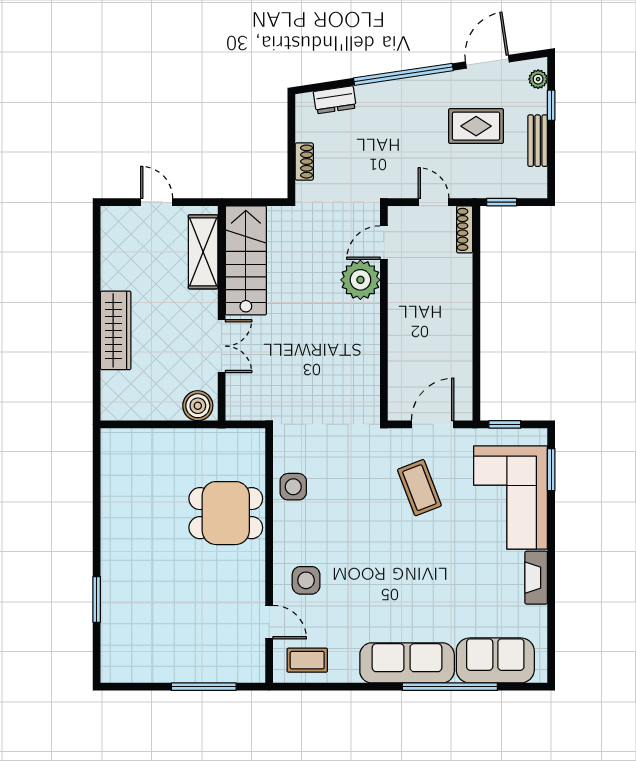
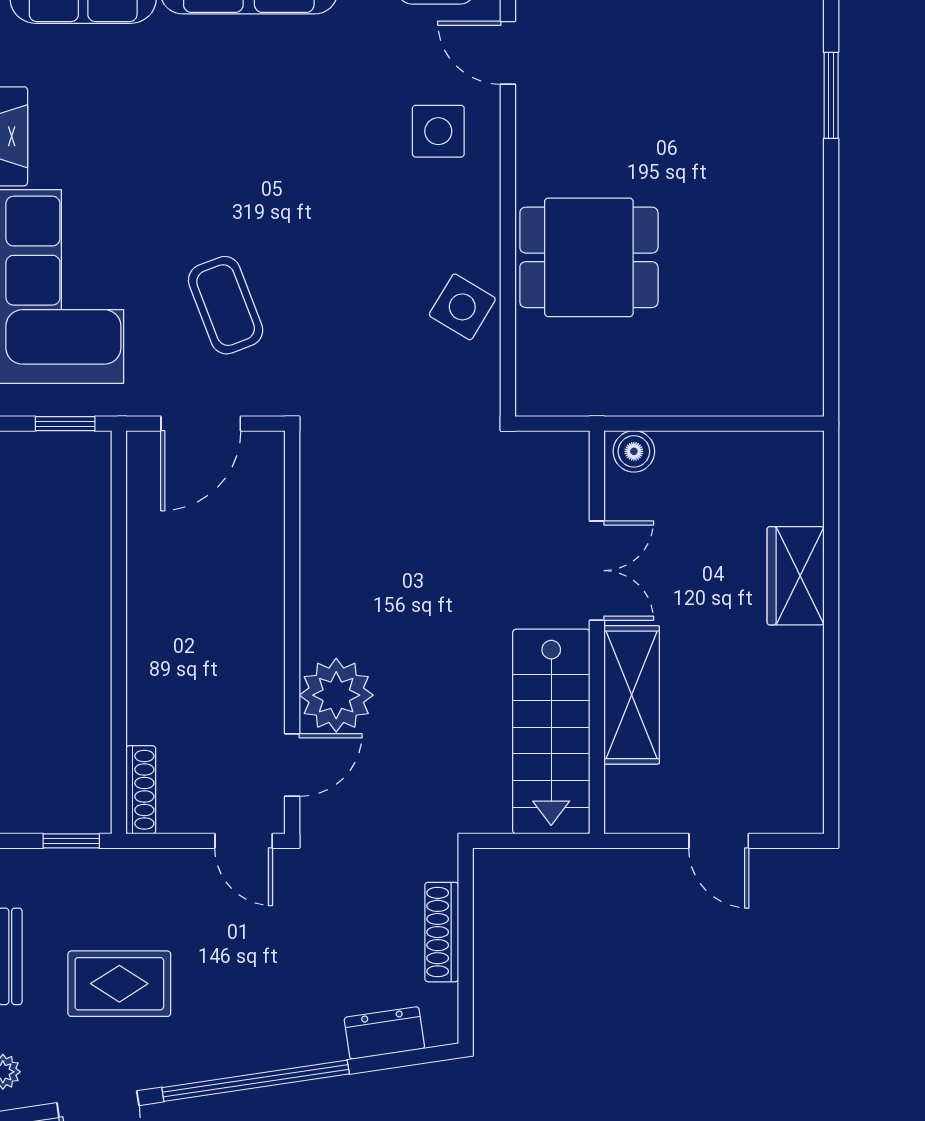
shoe rack: (304, 162) -> (442, 932), width x1.43
door: (434, 202) -> (244, 841), moved
shelving: (203, 252) -> (632, 695), moved
wardrobe: (116, 330) -> (796, 576), width x0.67
double door: (222, 346) -> (597, 571), swing flipped
boiler: (198, 406) -> (634, 451), width x0.73, depth x0.73
side table: (293, 487) -> (462, 307), turned 31

